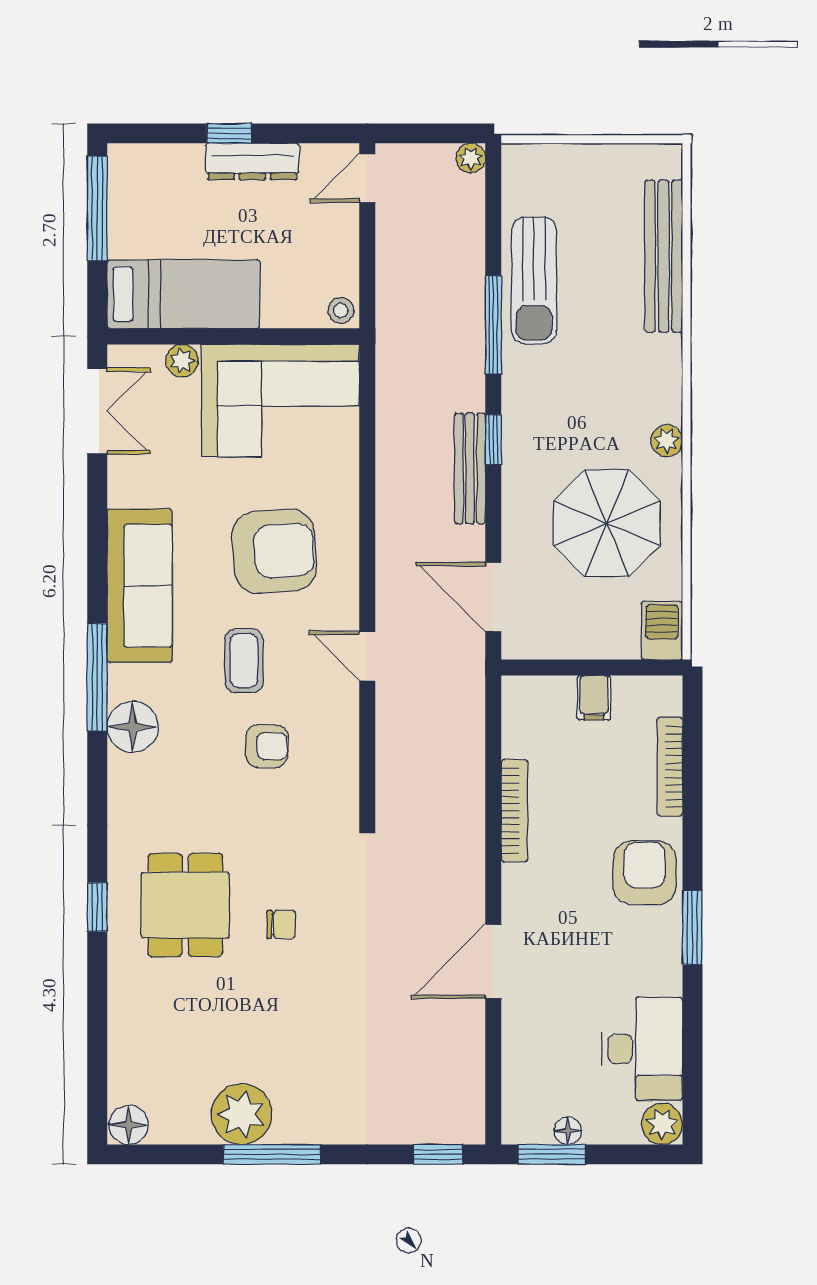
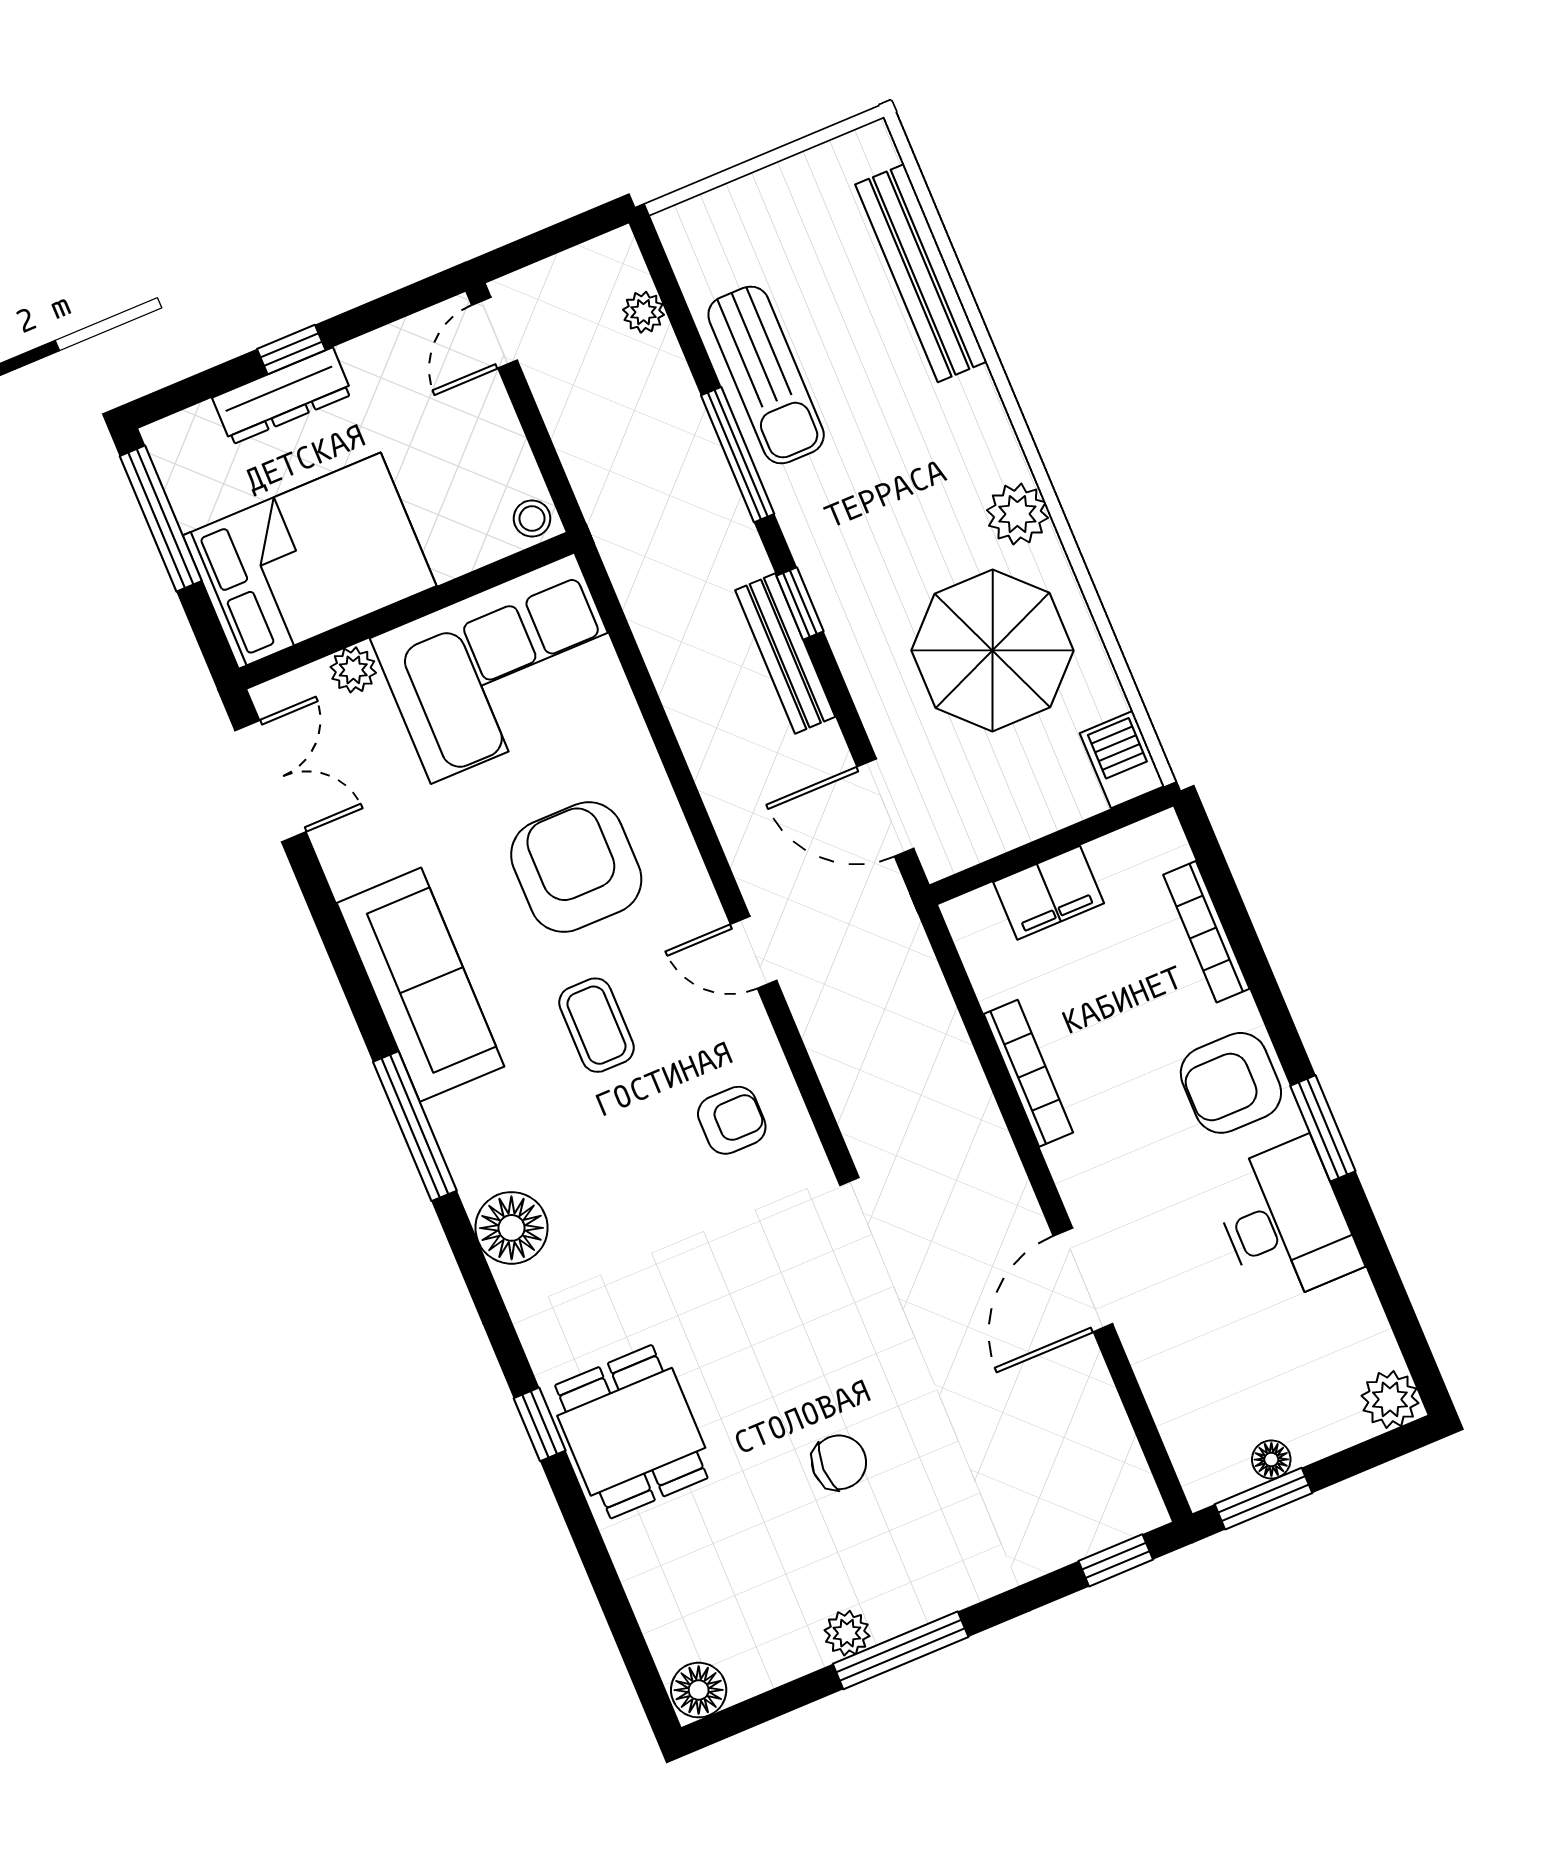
plant: (471, 158) -> (644, 312), moved
dresser: (252, 161) -> (282, 396), moved
bed: (183, 294) -> (310, 561), width x1.50
plant: (667, 441) -> (1017, 514), width x1.38, depth x1.38
armchair: (274, 551) -> (576, 867), turned -86
filing cabinet: (594, 698) -> (1049, 893), width x2.00
floor lamp: (133, 727) -> (512, 1228), moved
armchair: (267, 746) -> (732, 1120), moved
armchair: (645, 873) -> (1231, 1083), turned -90
dining table: (185, 905) -> (631, 1432), moved
chair: (281, 924) -> (839, 1462), moved, width x1.37, depth x1.37
desk: (642, 1049) -> (1285, 1222), moved
plant: (242, 1114) -> (847, 1633), width x0.53, depth x0.53

